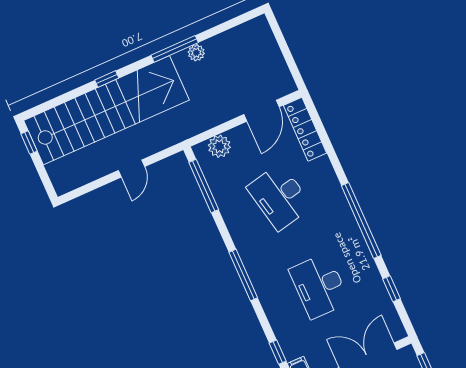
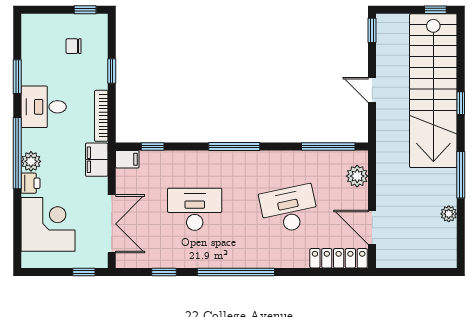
plant: (196, 53) -> (449, 214), moved
window: (75, 194) -> (372, 30), added

